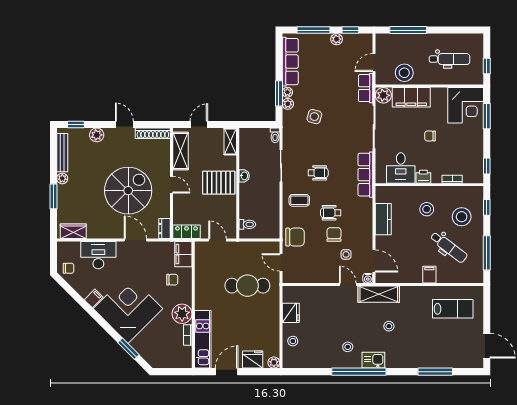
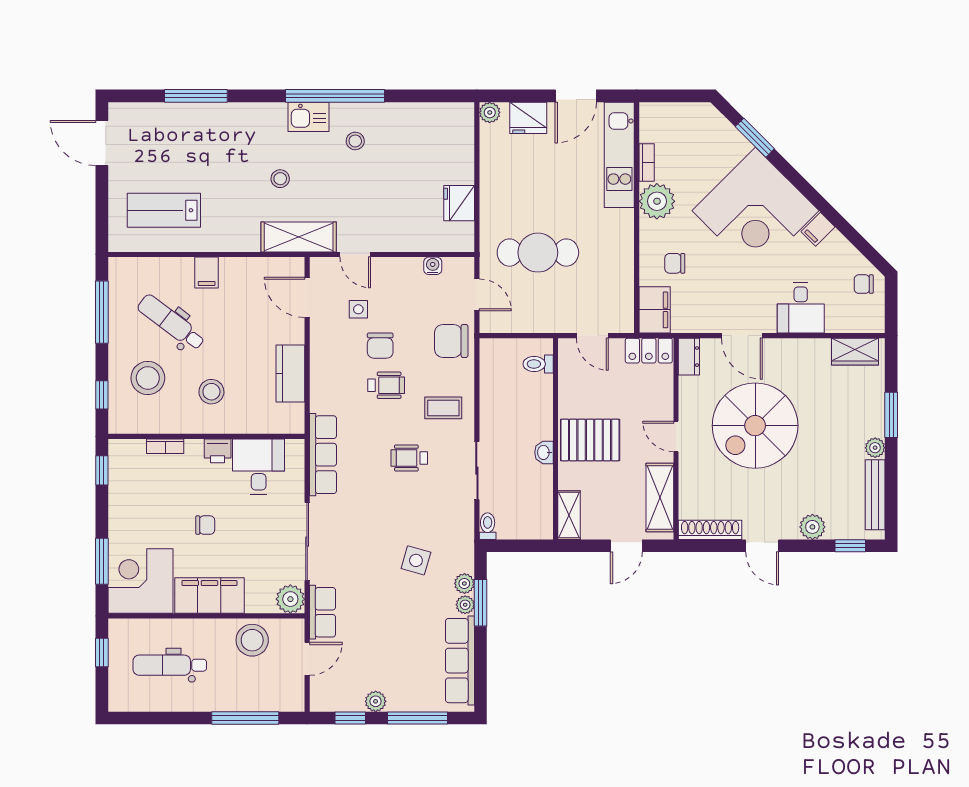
filing cabinet: (411, 97) -> (209, 596), moved
desk: (98, 255) -> (801, 308), width x0.73
water cooler: (368, 278) -> (433, 266), moved
stool: (293, 341) -> (455, 152), removed

